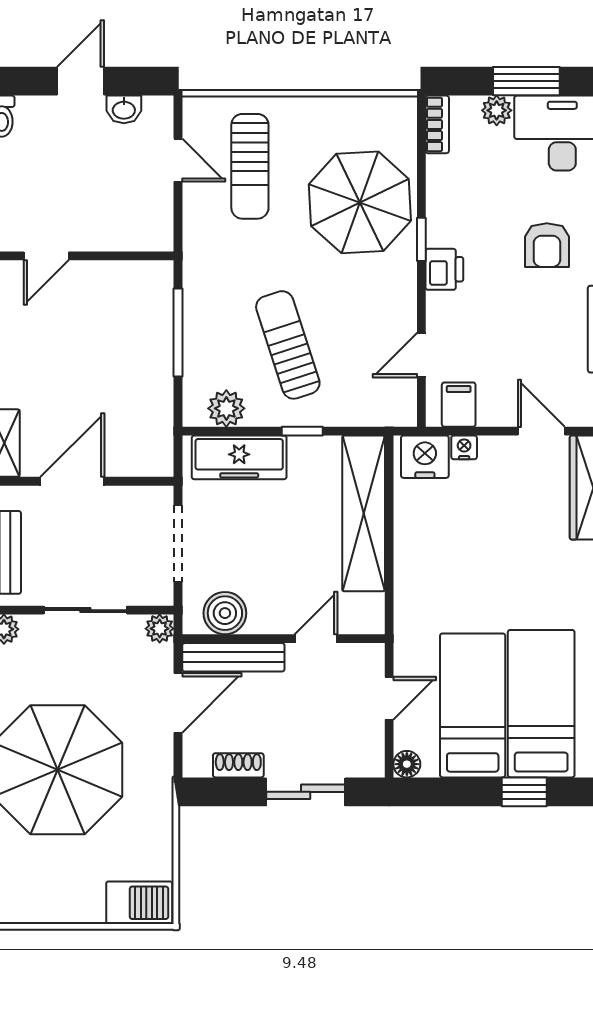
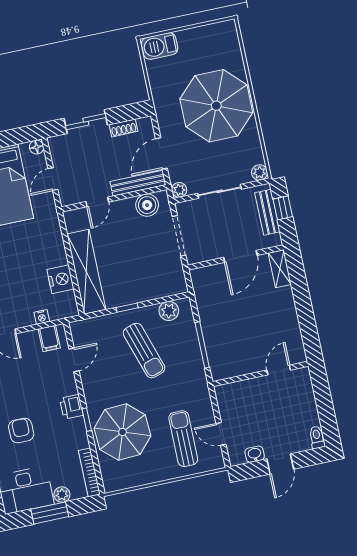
bookcase: (437, 124) -> (89, 472), width x1.56
freezer: (239, 457) -> (157, 287), removed
nightstand: (425, 457) -> (60, 279), moved, turned -90

